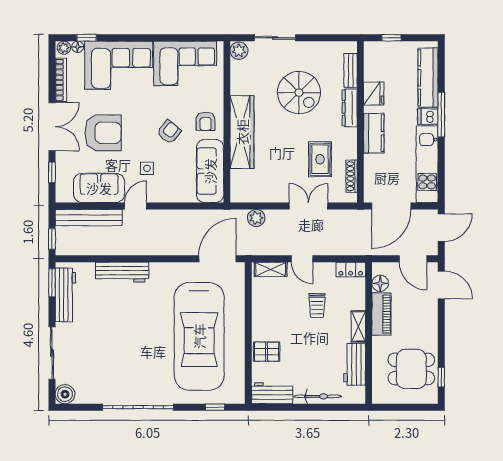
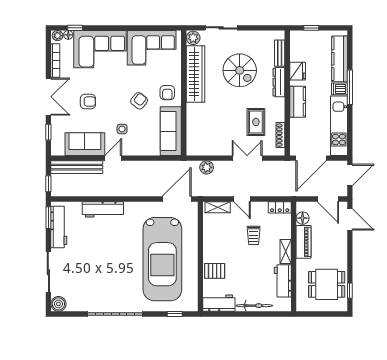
wardrobe: (242, 132) -> (196, 74), moved
armchair: (103, 133) -> (88, 101), width x0.53, depth x0.53

